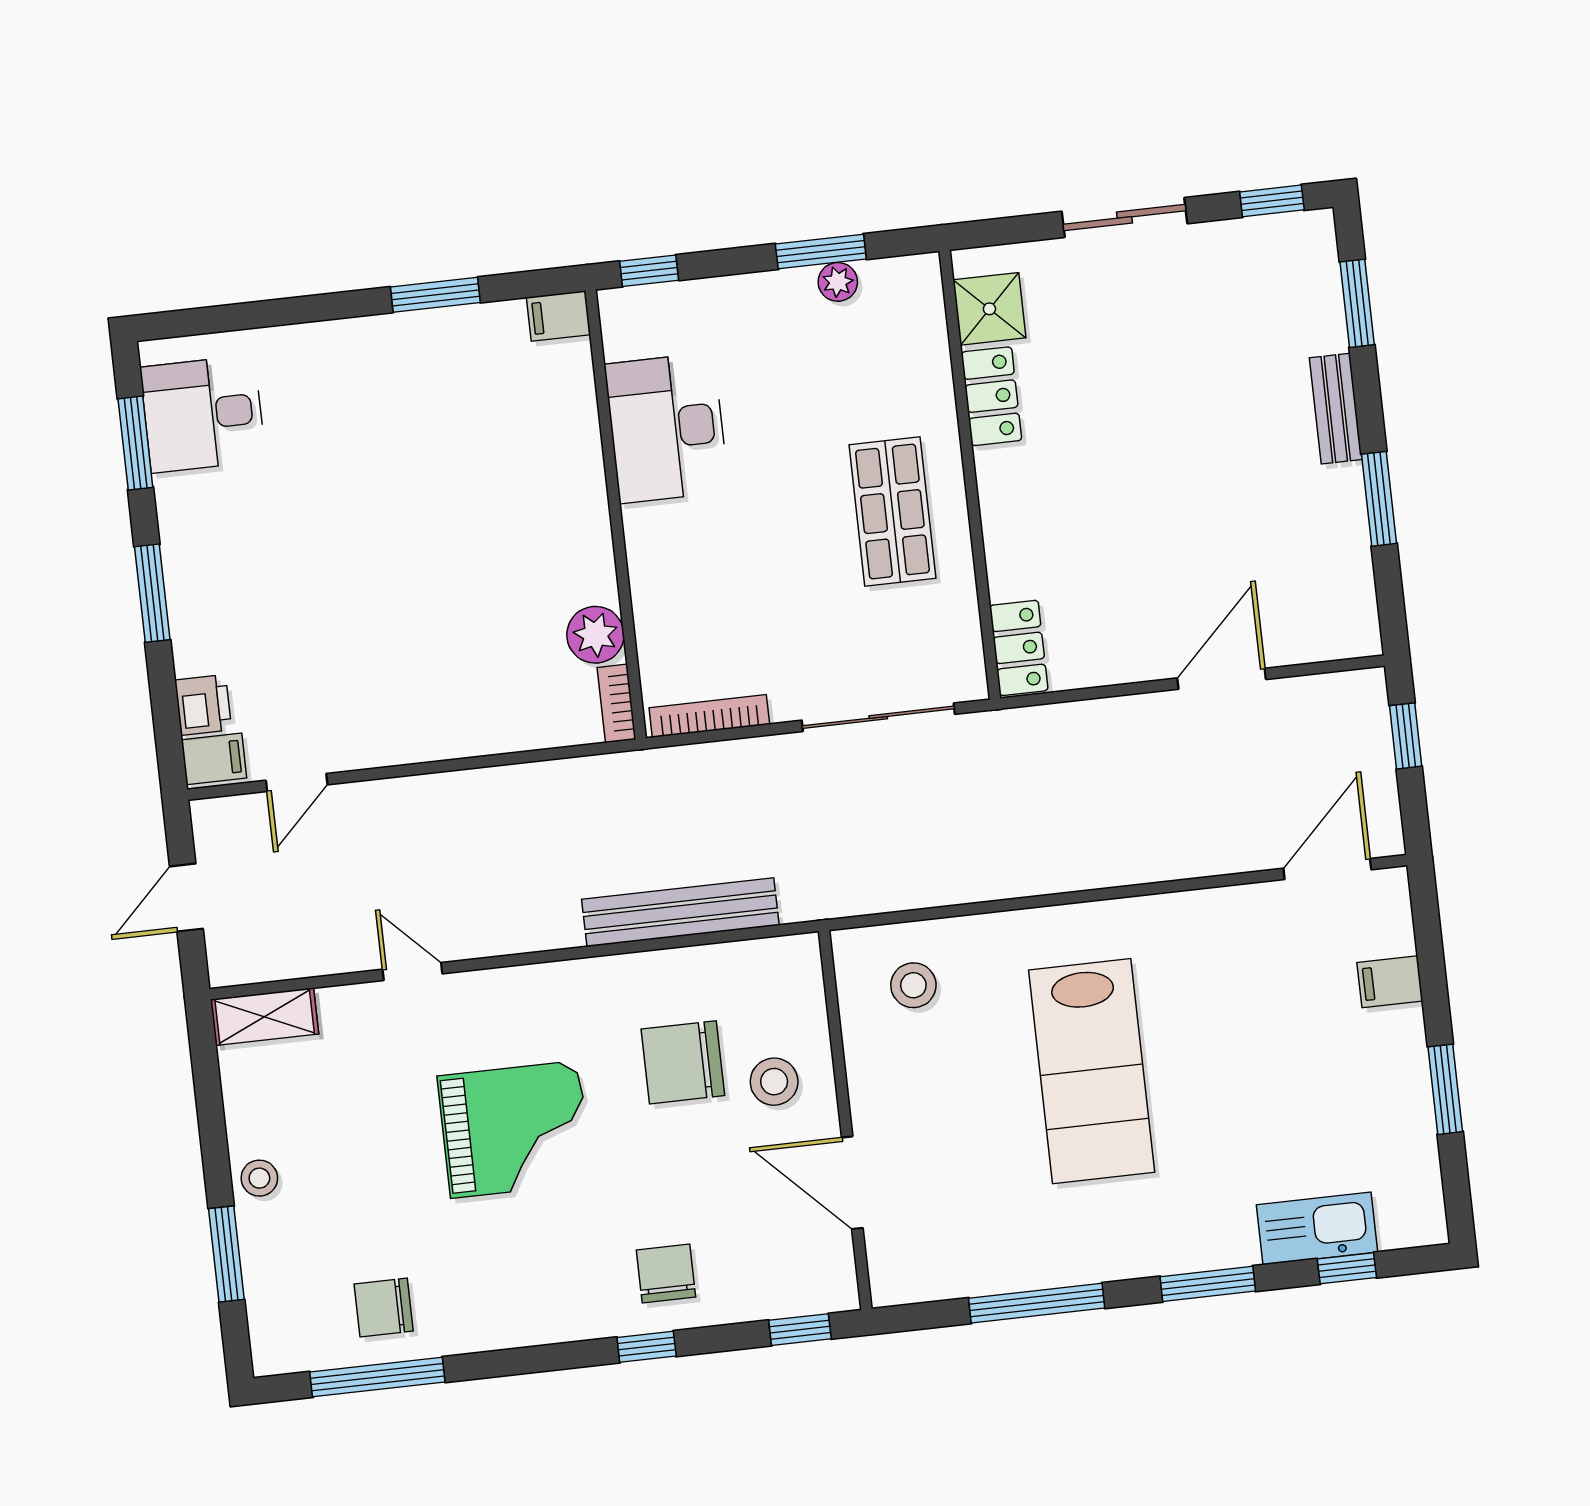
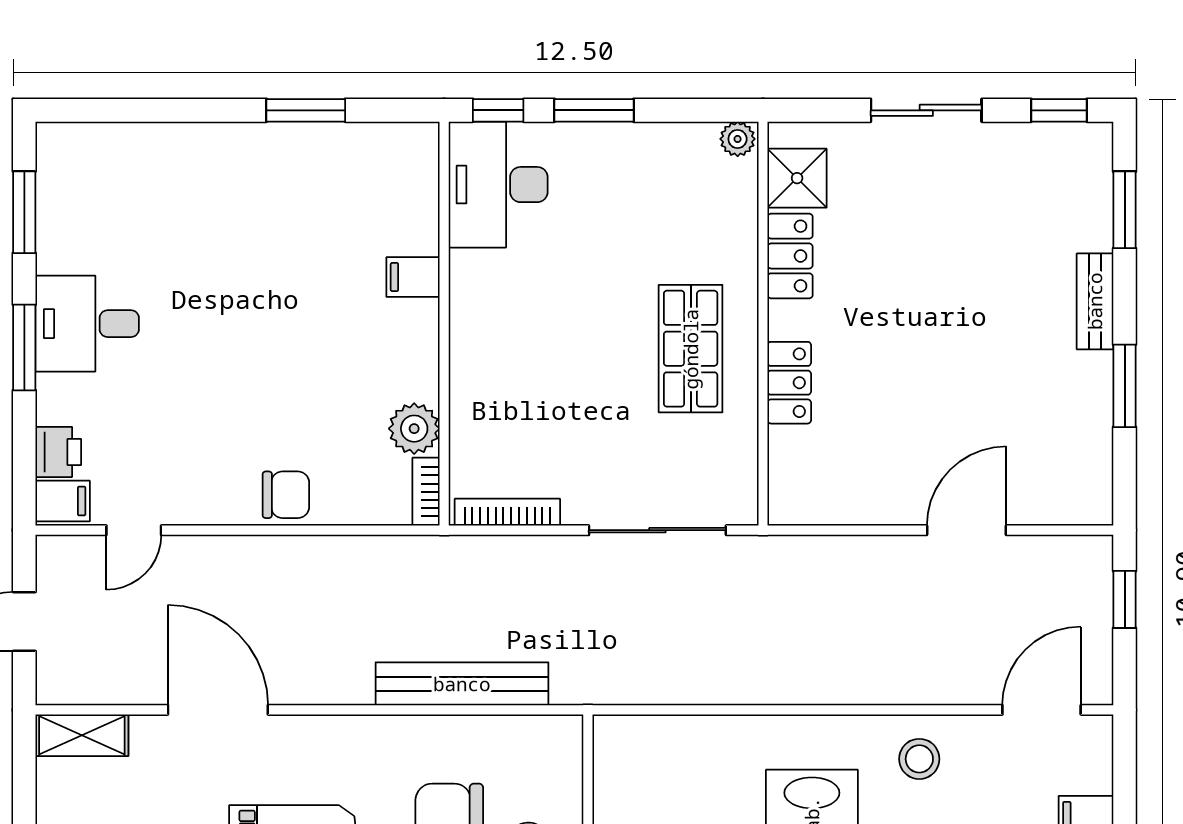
window: (821, 252) -> (594, 110), moved
plant: (838, 282) -> (738, 139), moved
filing cabinet: (558, 316) -> (413, 277), moved
desk: (203, 414) -> (87, 324), moved
desk: (667, 428) -> (498, 185), moved
locker: (1019, 648) -> (789, 383), moved
chair: (461, 724) -> (286, 495), added
door: (412, 972) -> (218, 710), width x1.87
stool: (913, 985) -> (919, 759), moved

